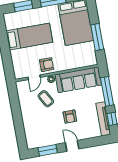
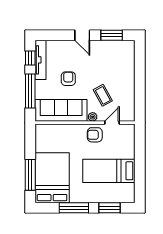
window: (97, 37) -> (30, 175), moved
armchair: (70, 117) -> (68, 79), moved

